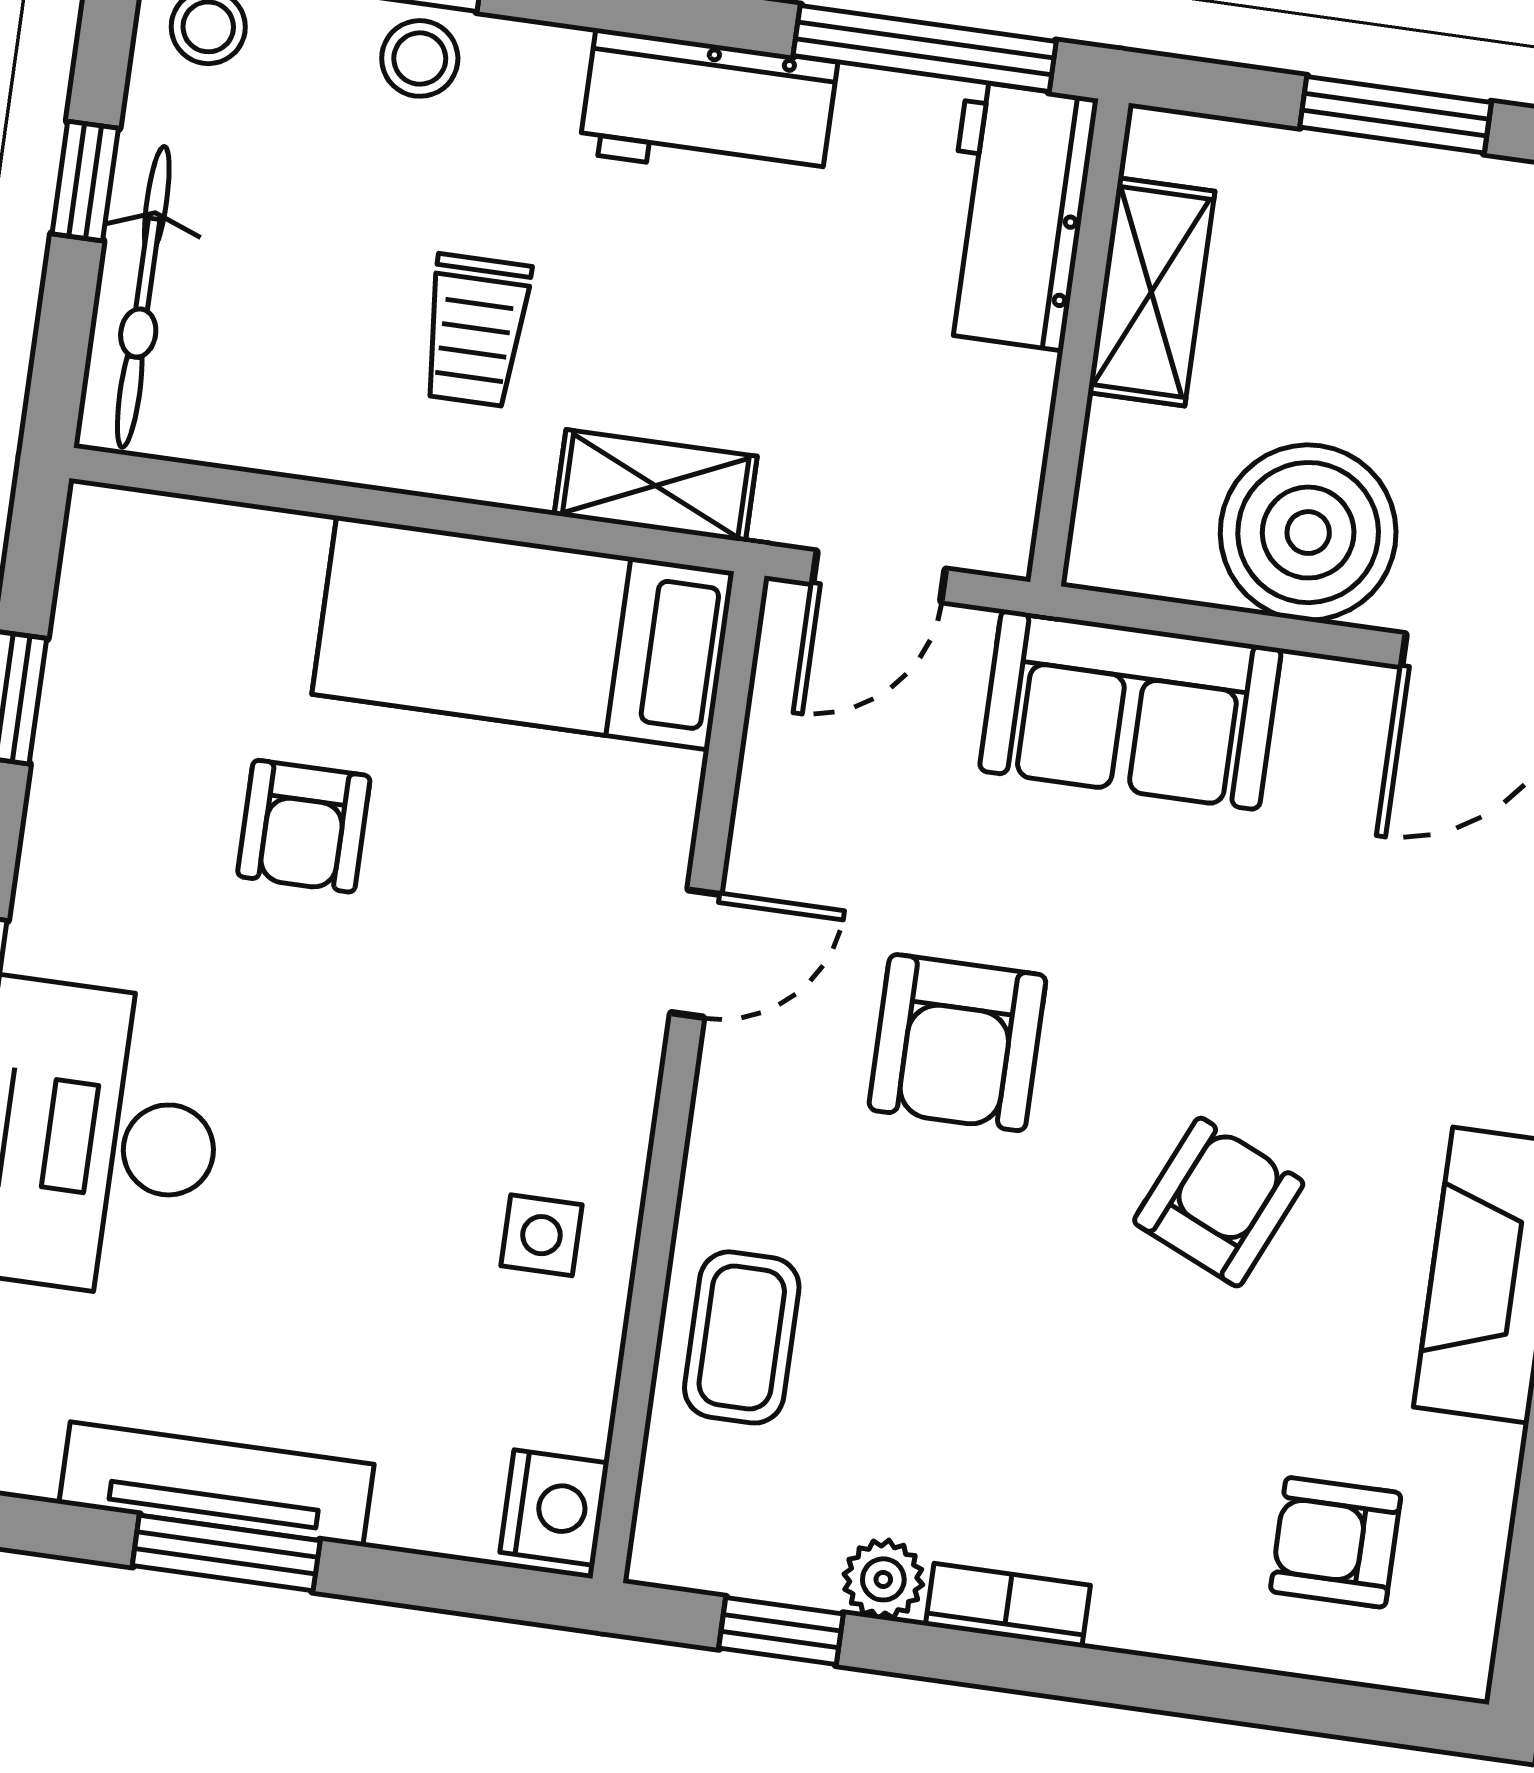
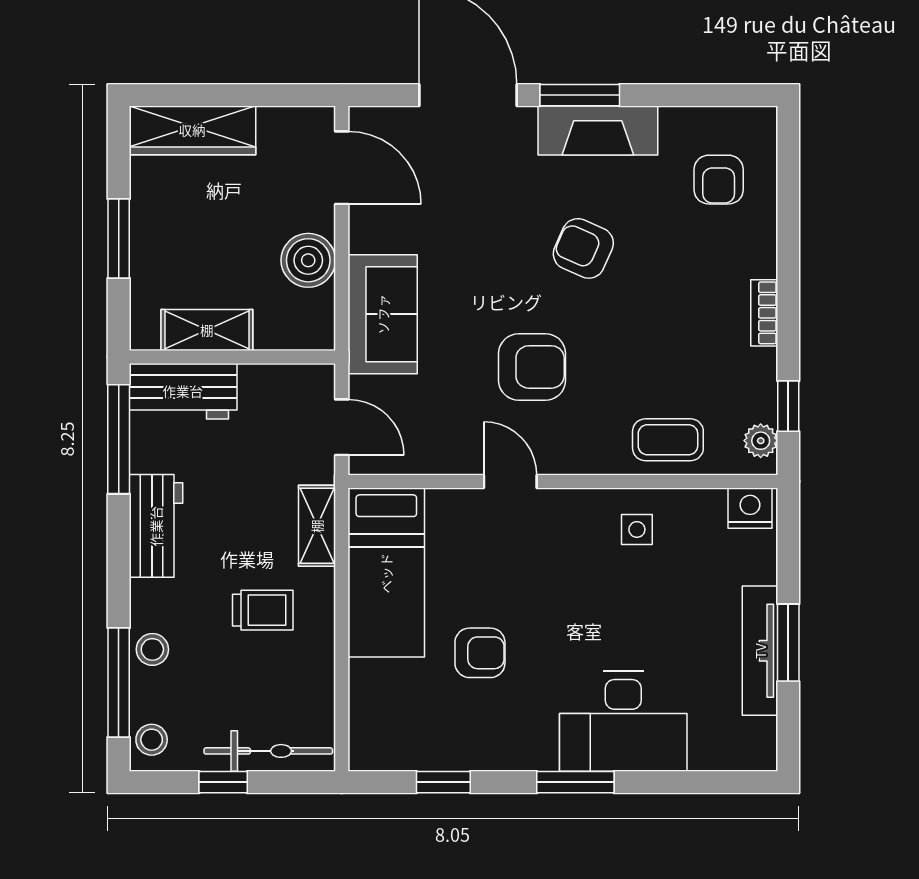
boiler: (1308, 533) -> (308, 260), width x0.73, depth x0.73
plant: (883, 1579) -> (761, 441), moved

